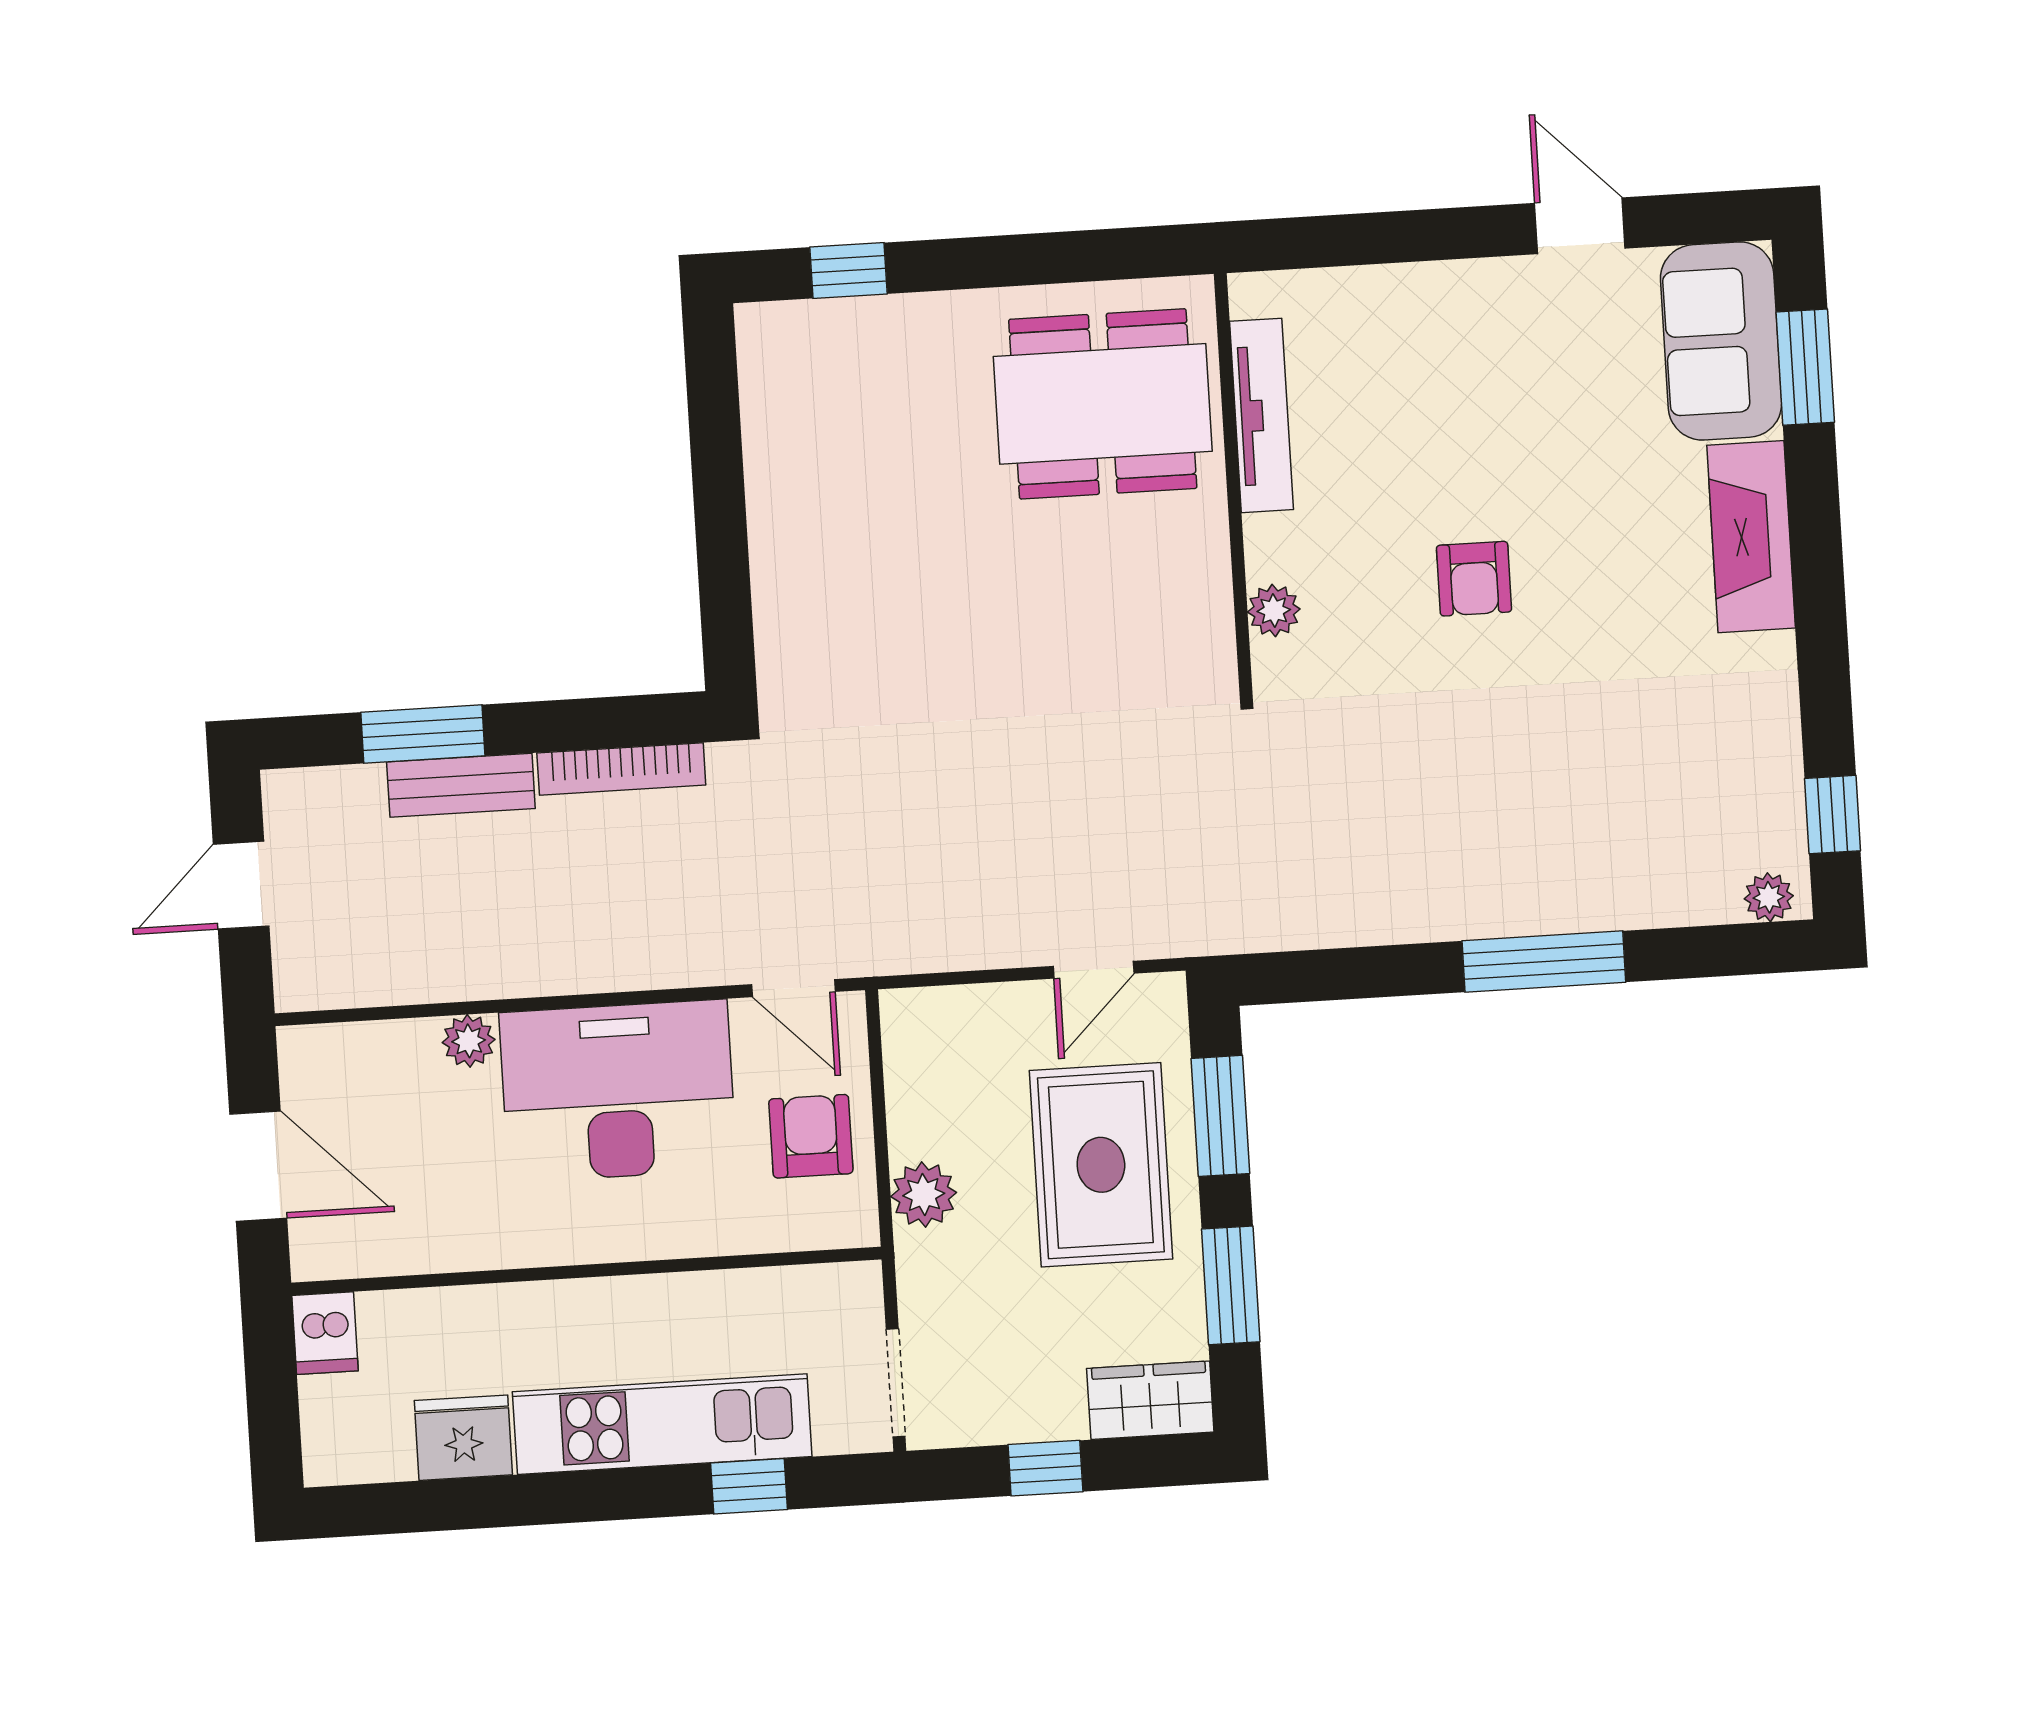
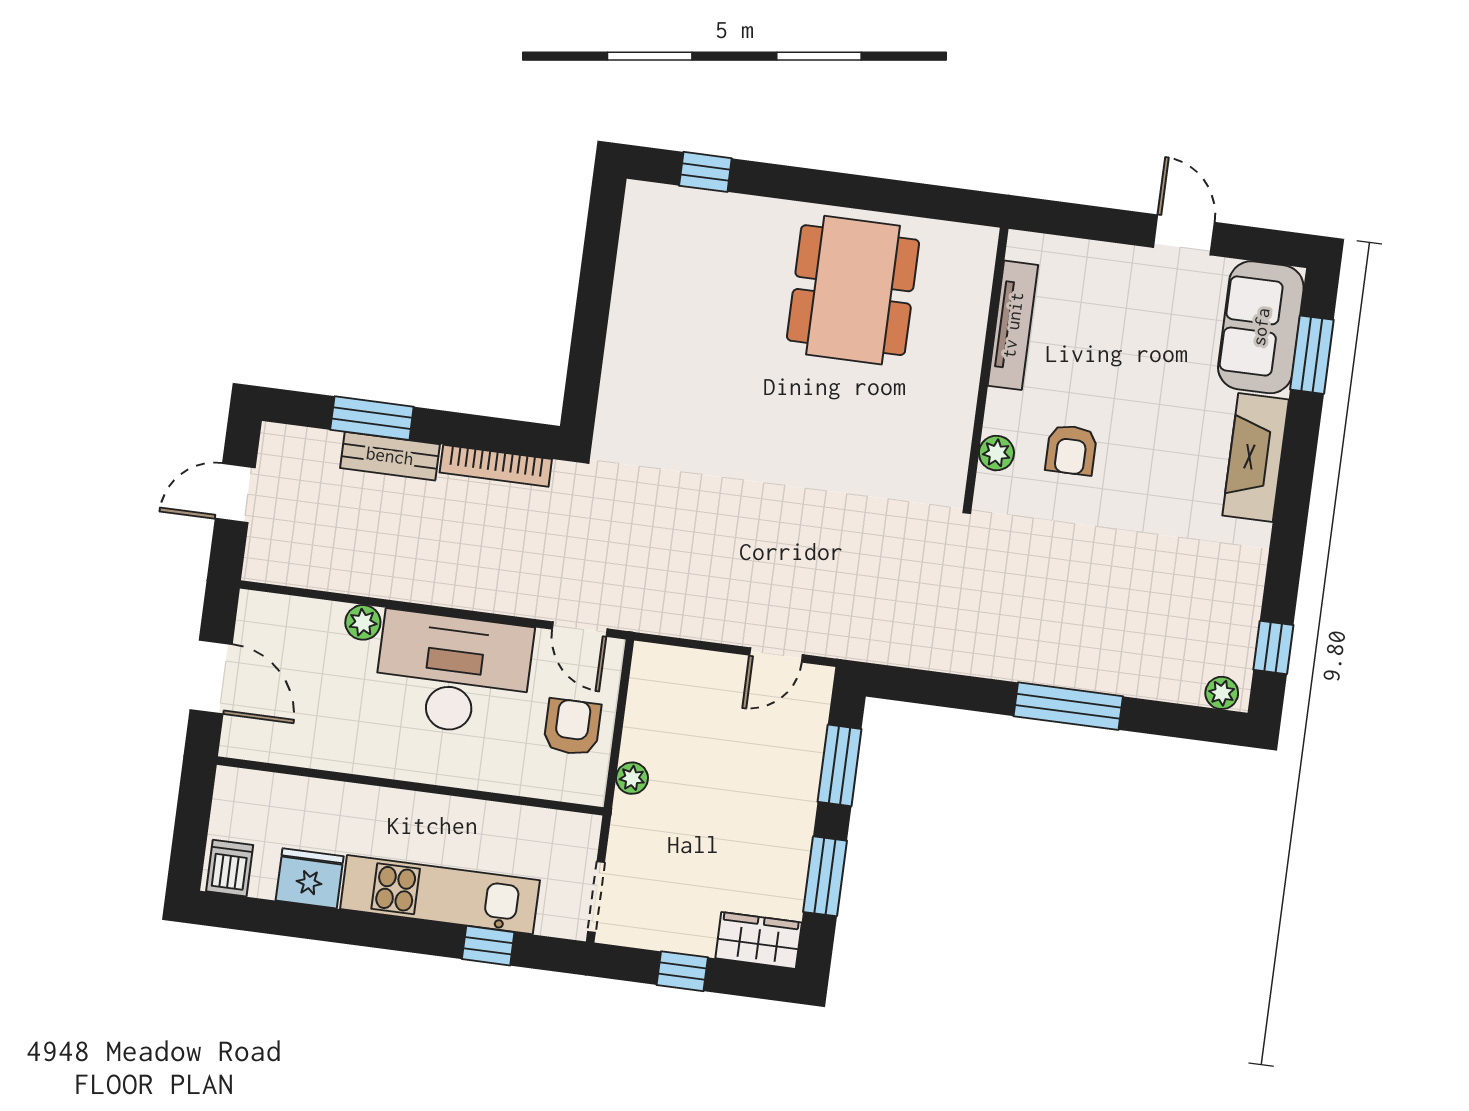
dining table: (1103, 404) -> (853, 290), turned 90
tv unit: (1261, 415) -> (1013, 325), moved
wall: (1233, 485) -> (986, 367), moved
plant: (1274, 611) -> (996, 453), moved
rug: (1101, 1165) -> (756, 782), removed
plant: (924, 1194) -> (632, 778), width x0.73, depth x0.73
dishwasher: (325, 1333) -> (230, 868), moved, turned 180

